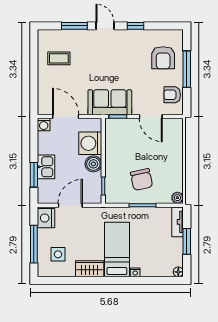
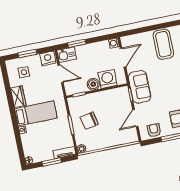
coffee table: (59, 58) -> (163, 44), width x1.86, depth x1.72
kitchen sink: (46, 167) -> (67, 55), moved
window: (34, 244) -> (28, 54), width x0.69

